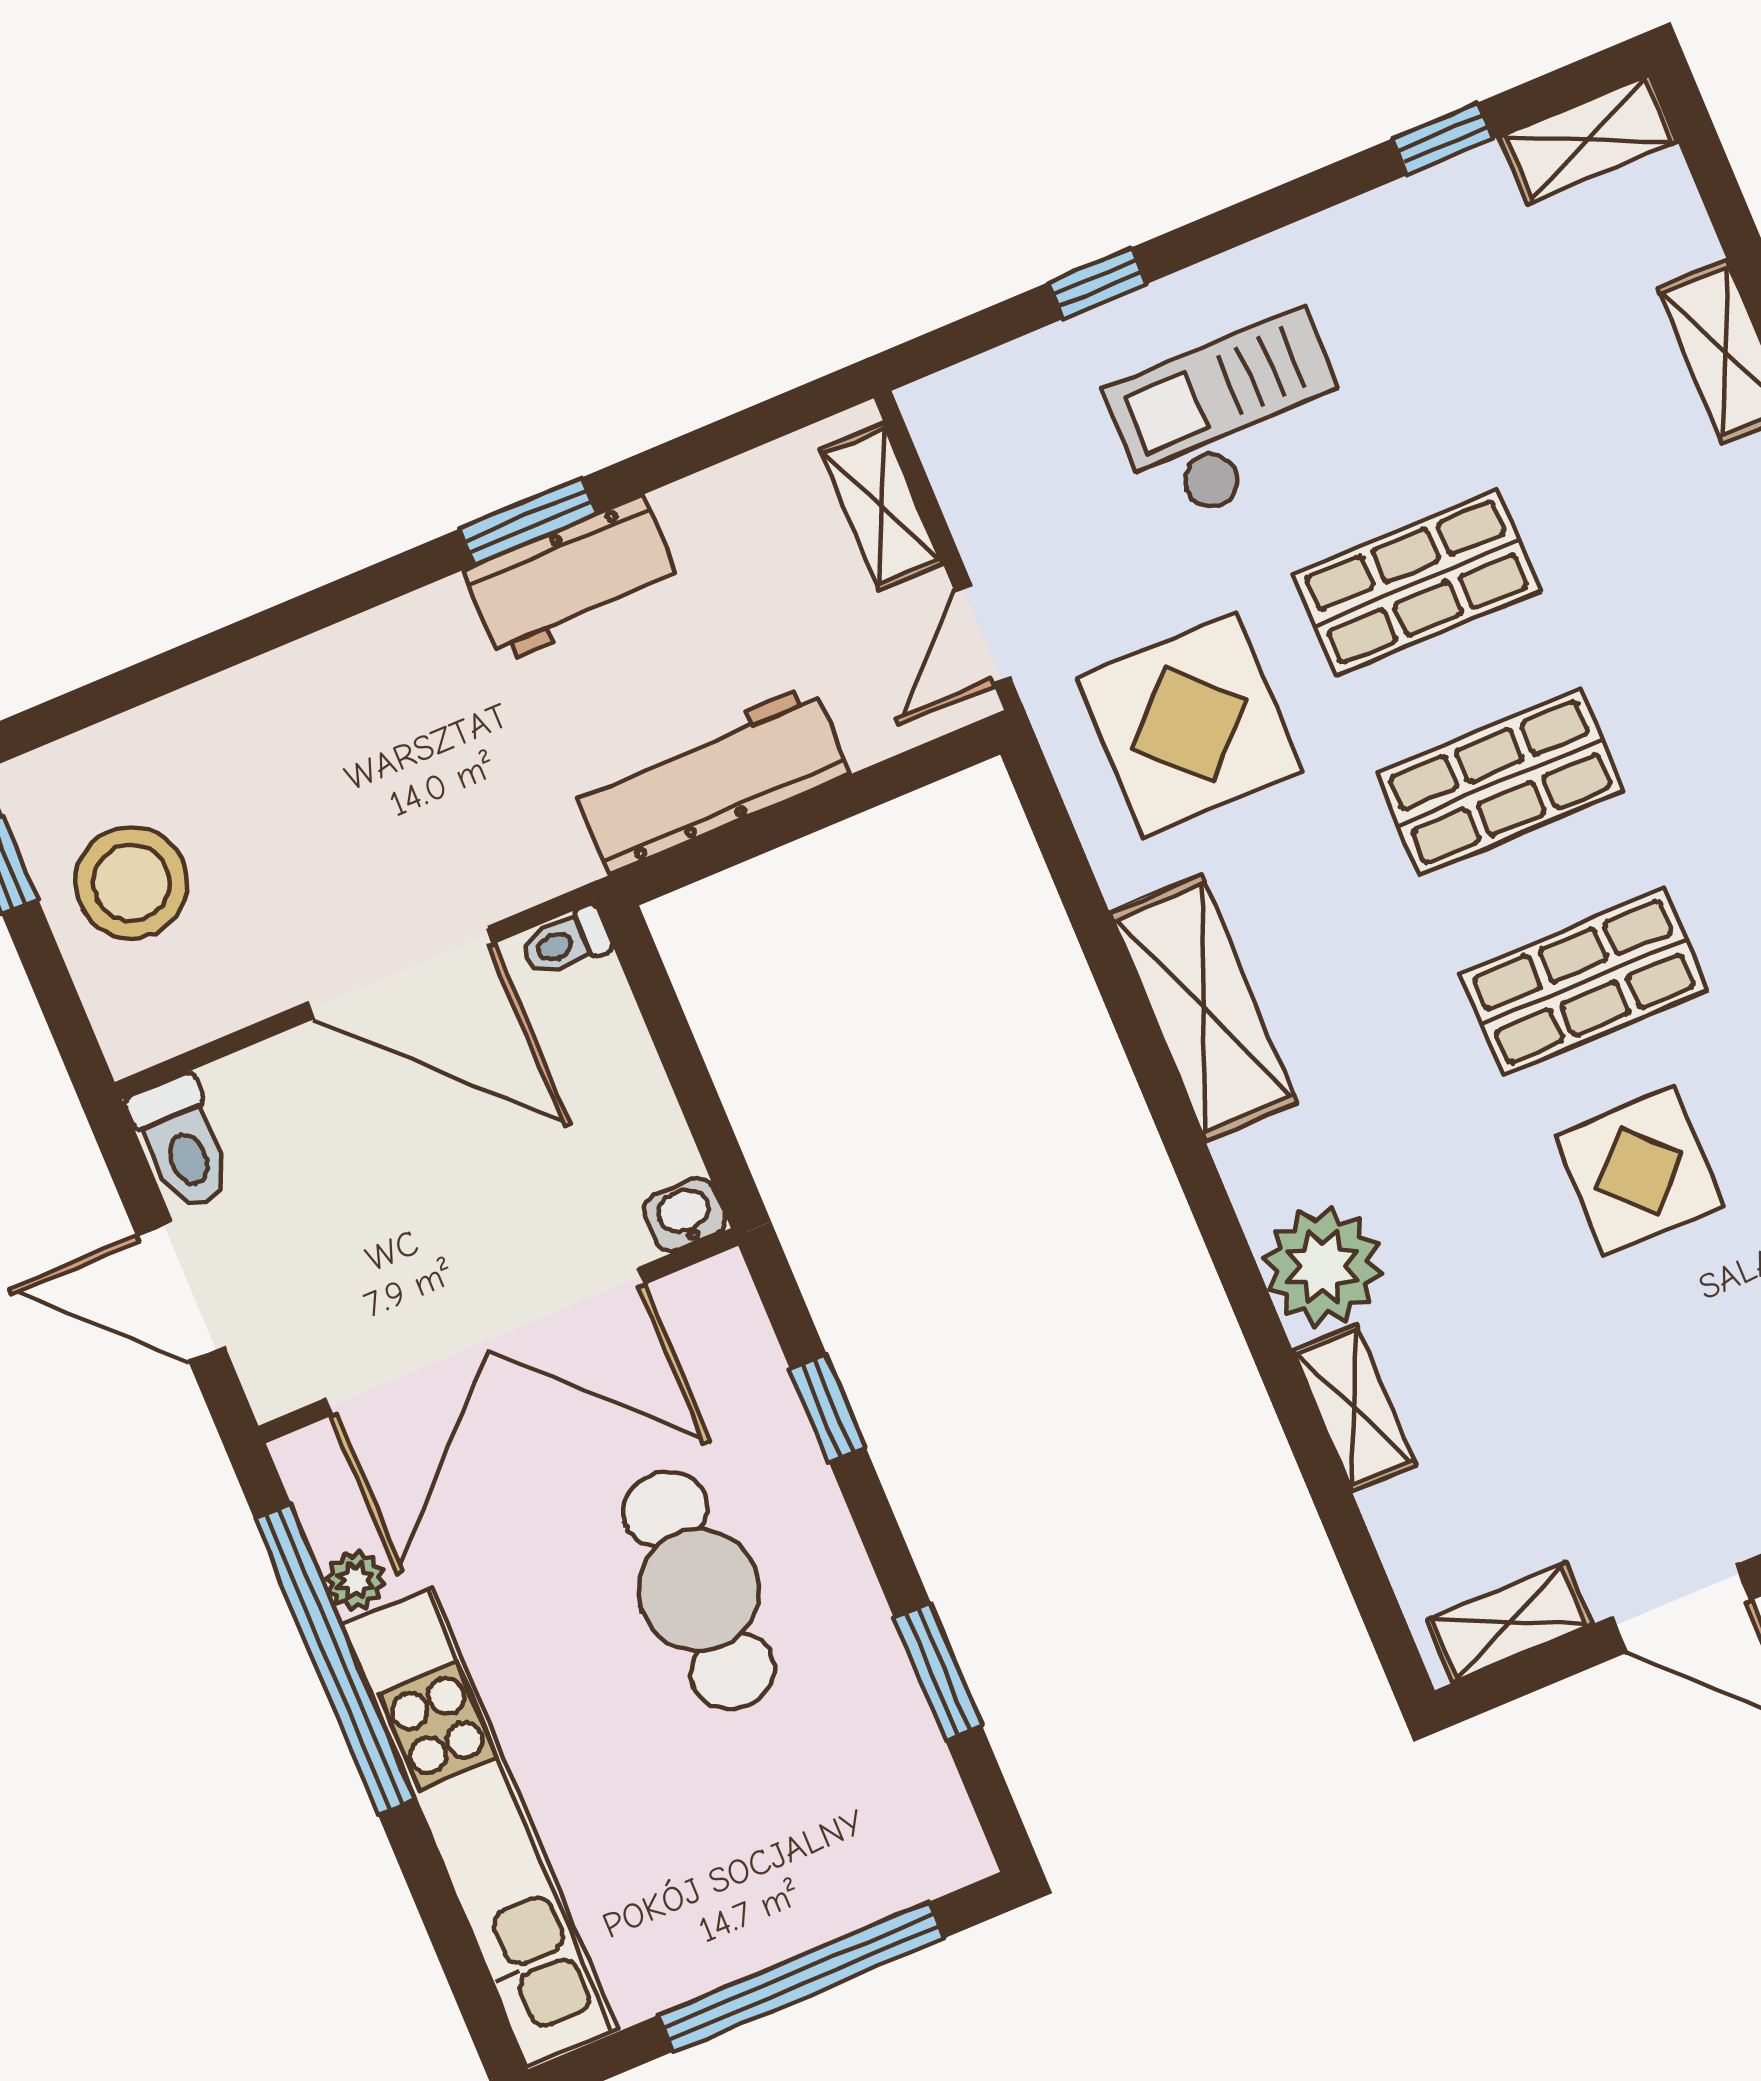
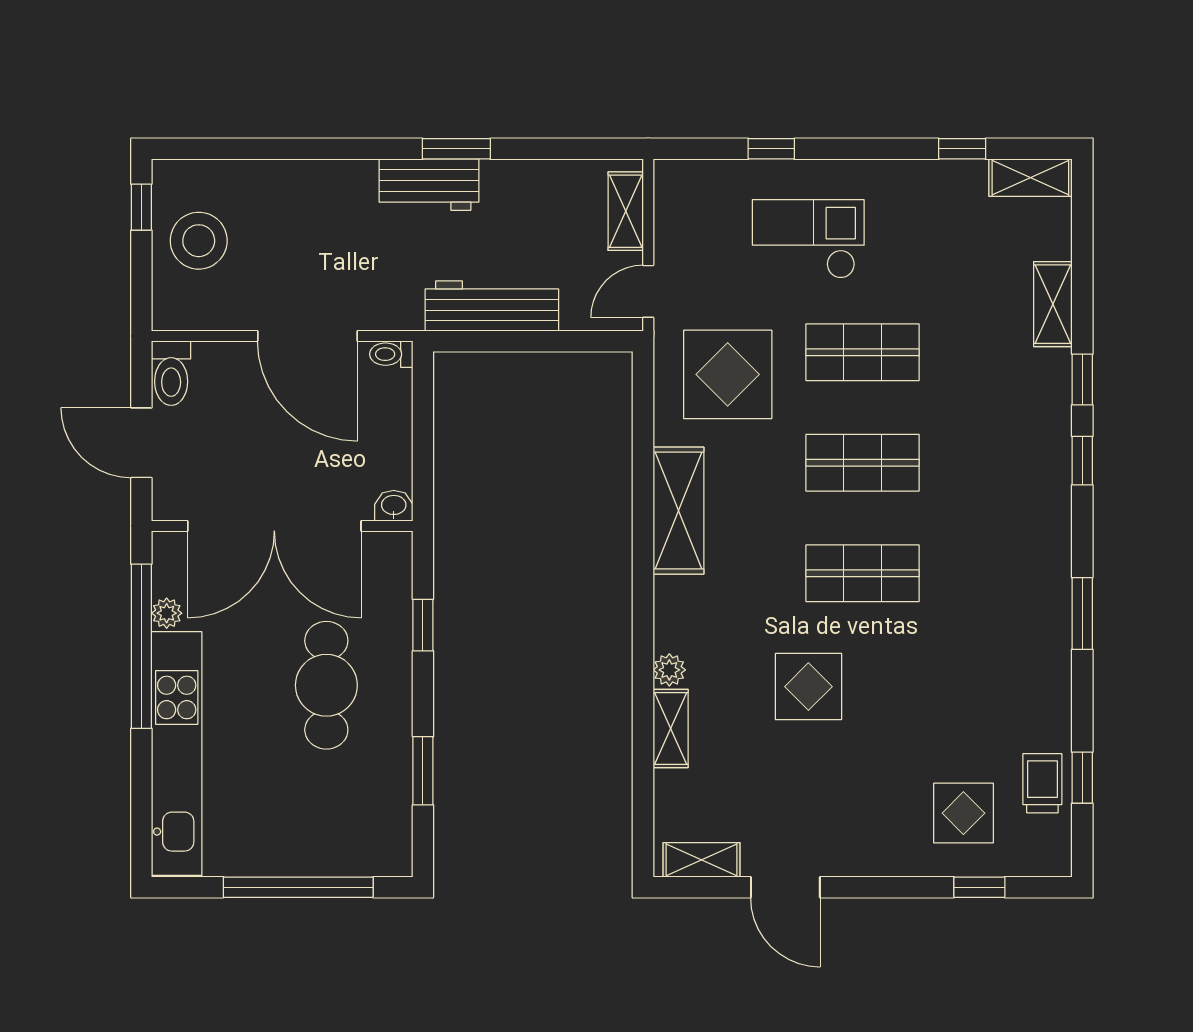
workbench: (573, 579) -> (429, 185), moved
display table: (1639, 1171) -> (808, 687), moved
plant: (1322, 1266) -> (669, 670), width x0.53, depth x0.53

